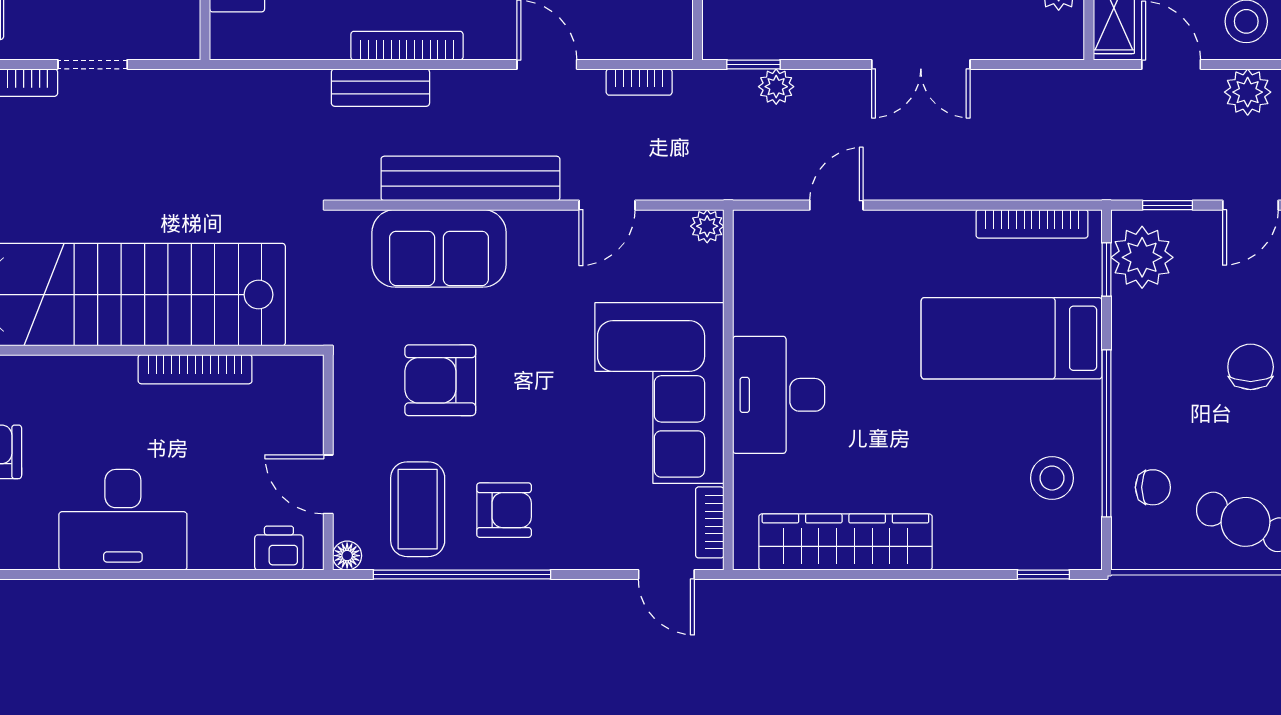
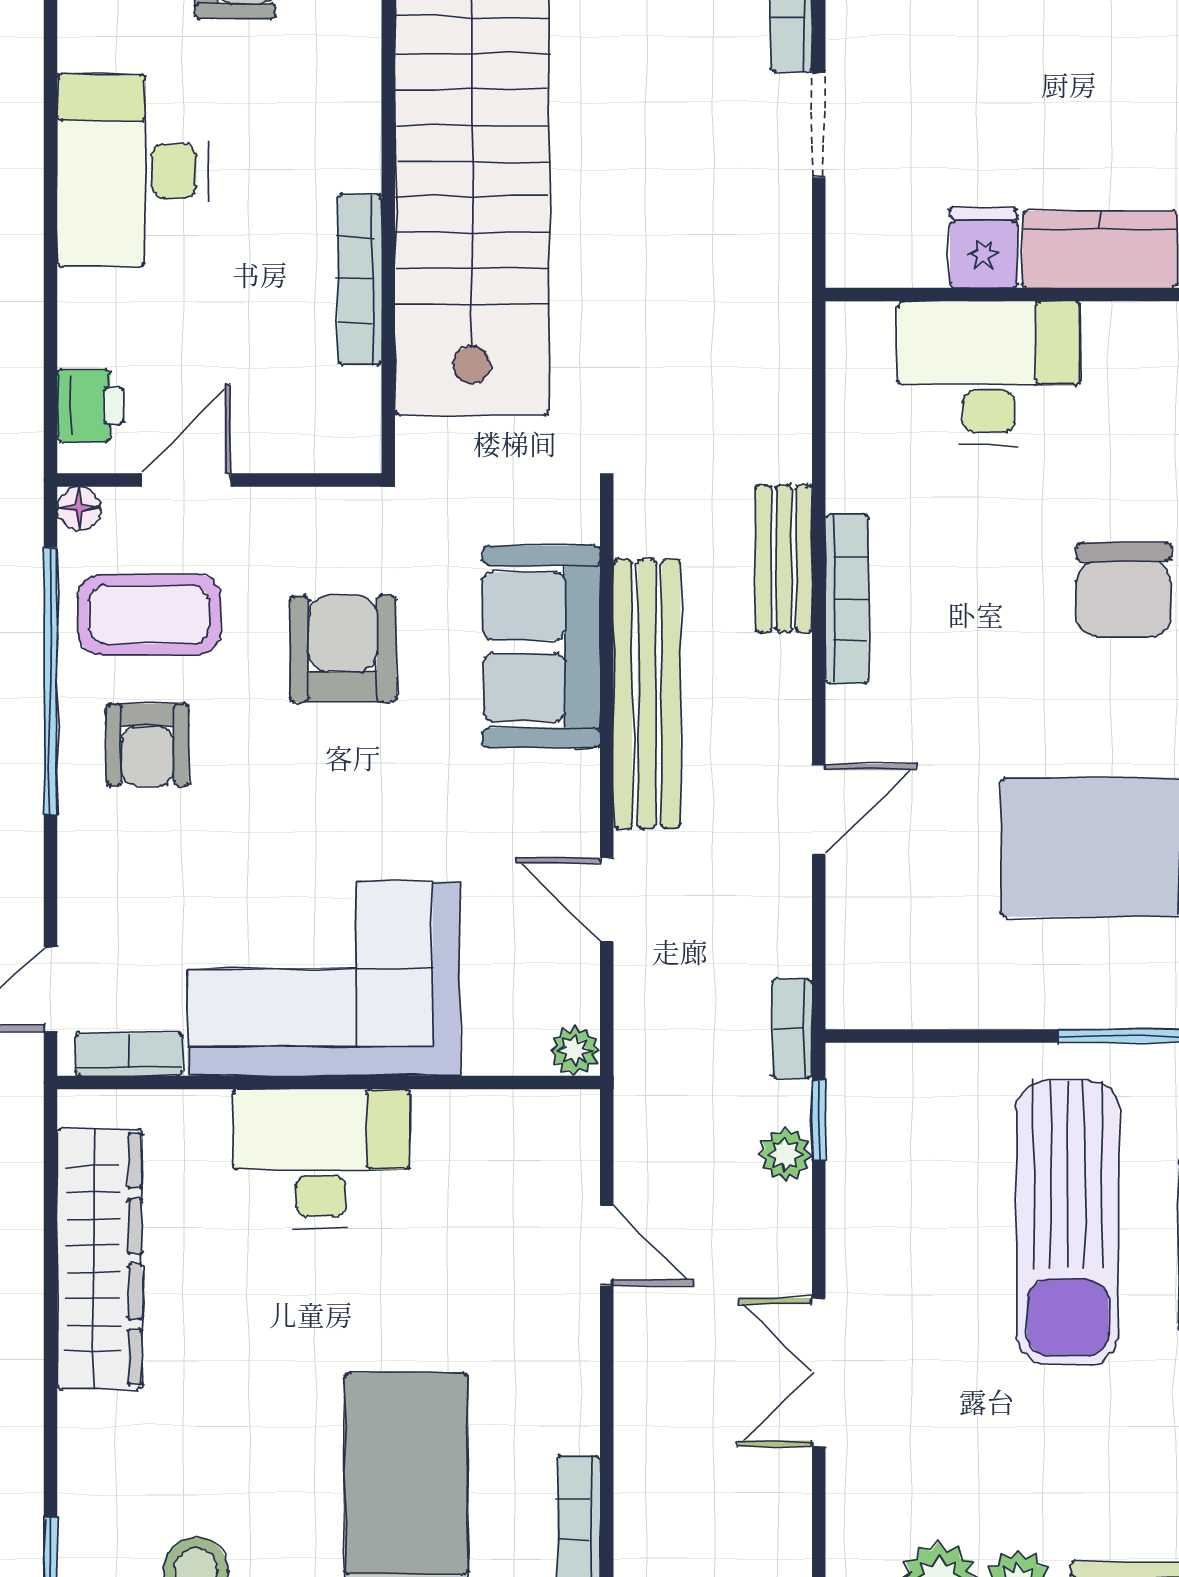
bookcase: (639, 82) -> (792, 1028), moved

